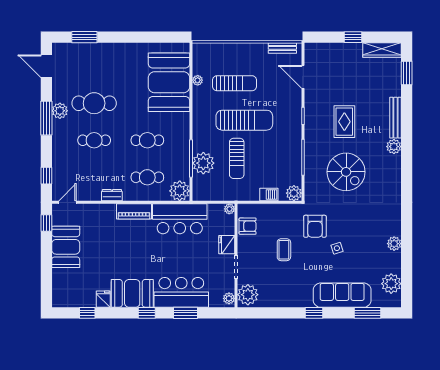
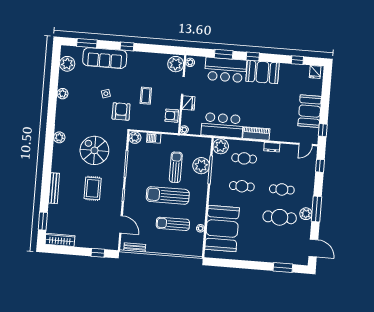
window: (353, 37) -> (98, 253), moved
plant: (394, 147) -> (59, 137), moved
fridge: (103, 299) -> (315, 72), moved

